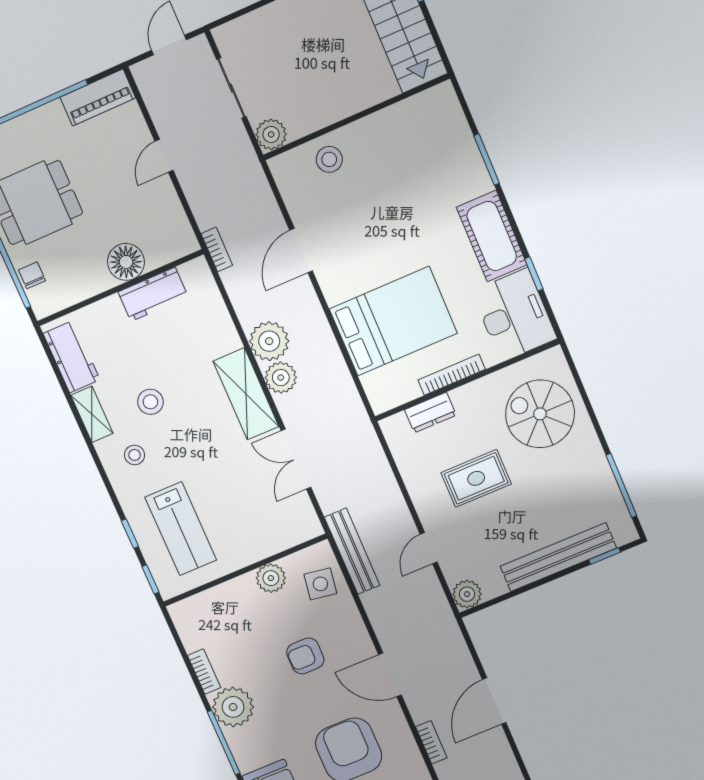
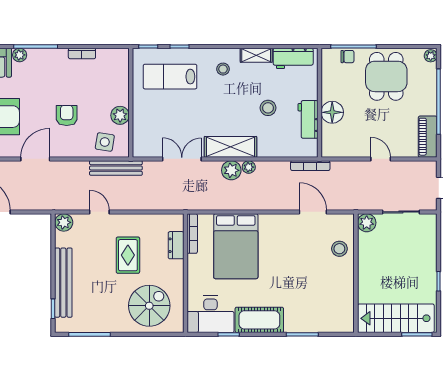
bookcase: (217, 249) -> (310, 166), width x1.56
door: (301, 251) -> (313, 212), moved
plant: (269, 341) -> (249, 167), width x0.53, depth x0.53
bookcase: (452, 375) -> (192, 234), moved
stool: (150, 402) -> (268, 108), moved
plant: (233, 707) -> (20, 55), moved, width x0.53, depth x0.53

